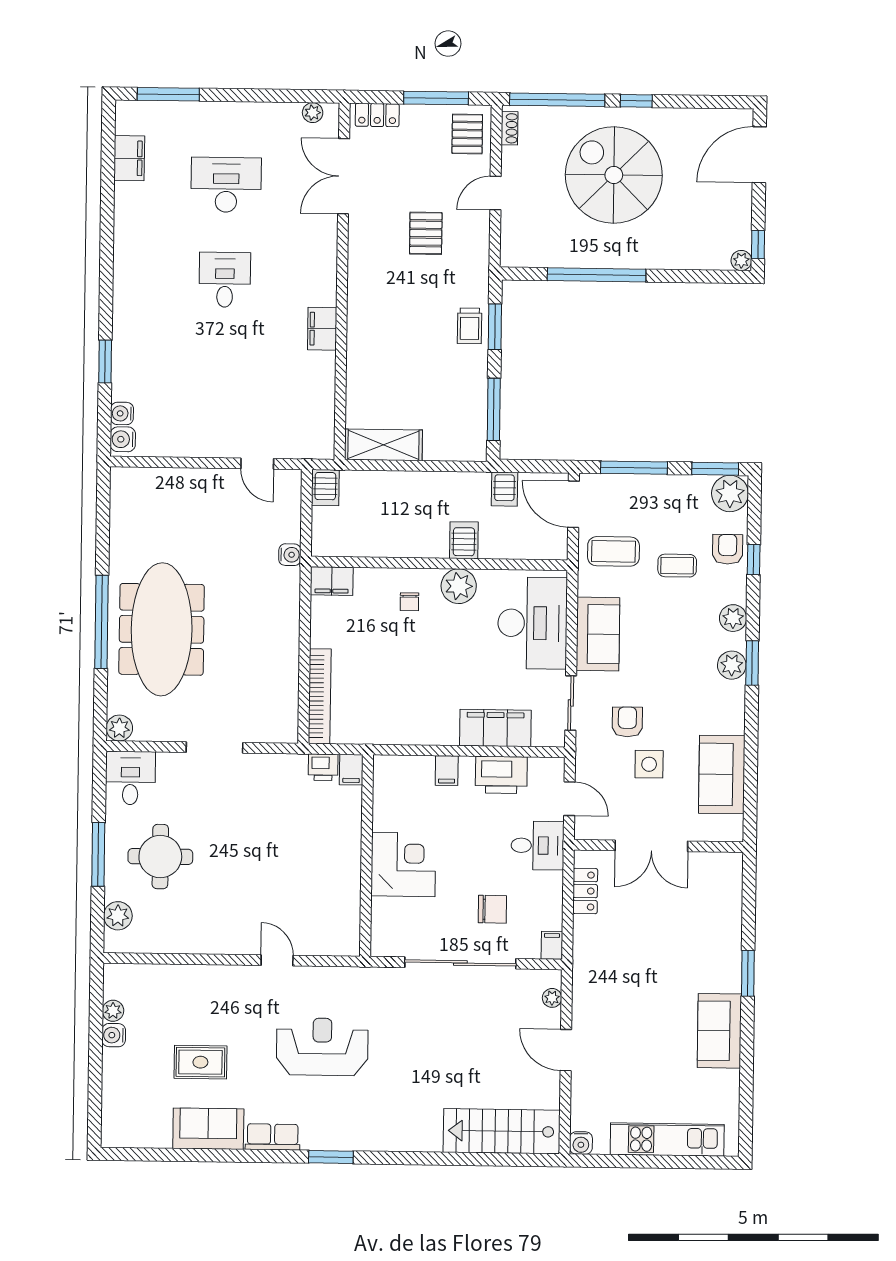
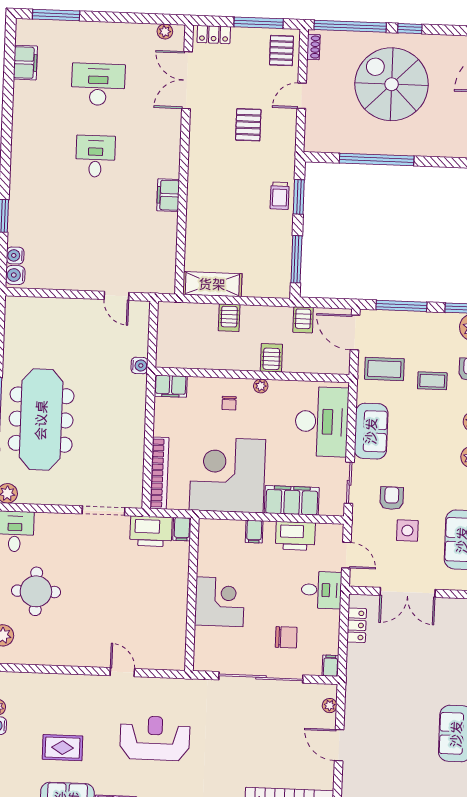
server rack: (325, 488) -> (229, 318), moved
plant: (459, 586) -> (261, 386), width x0.53, depth x0.53
corner desk: (410, 696) -> (227, 475), added
doorway: (215, 747) -> (103, 511), moved
printer: (323, 767) -> (151, 531), width x1.87, depth x1.48

